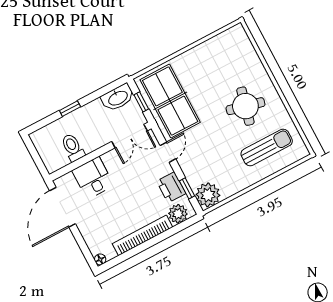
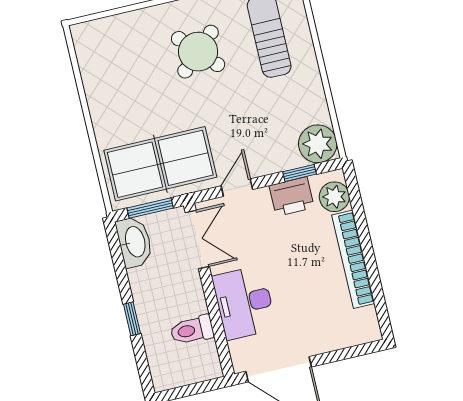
window: (141, 102) -> (150, 208), width x1.50
round table: (245, 106) -> (198, 52), turned 33
door: (168, 152) -> (237, 188), hinge flipped
desk: (93, 178) -> (244, 303), width x1.37
floor lamp: (100, 259) -> (373, 333), removed

